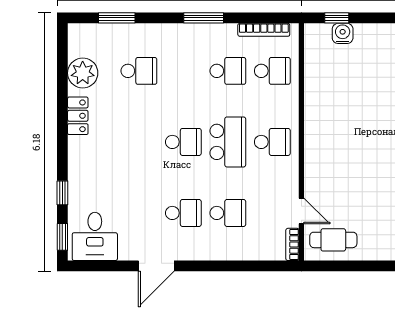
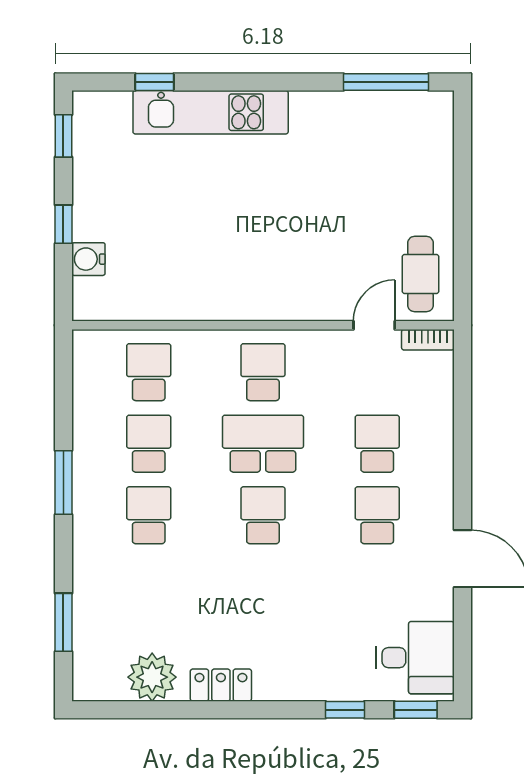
window: (337, 18) -> (63, 224), moved
bookcase: (264, 30) -> (83, 386), removed
school desk: (139, 71) -> (149, 515), moved

